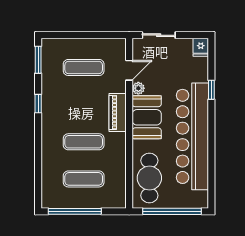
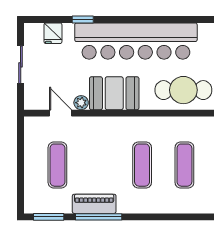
sliding door: (159, 35) -> (21, 65), moved
fridge: (201, 47) -> (53, 33), moved, turned 90
window: (38, 104) -> (99, 217), width x2.17
piano: (118, 112) -> (94, 204), moved, turned 180

